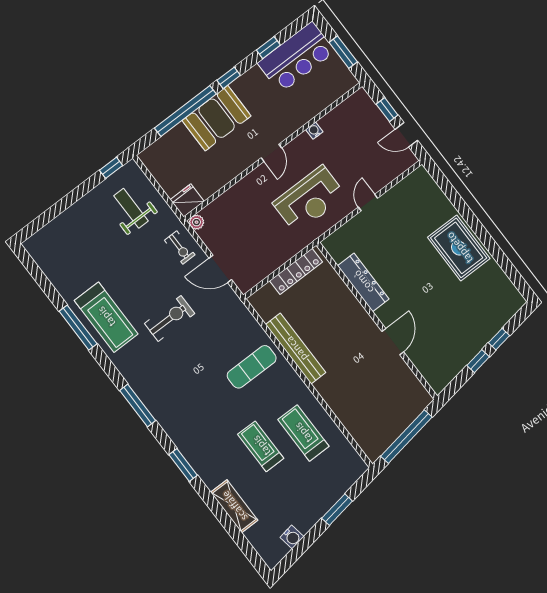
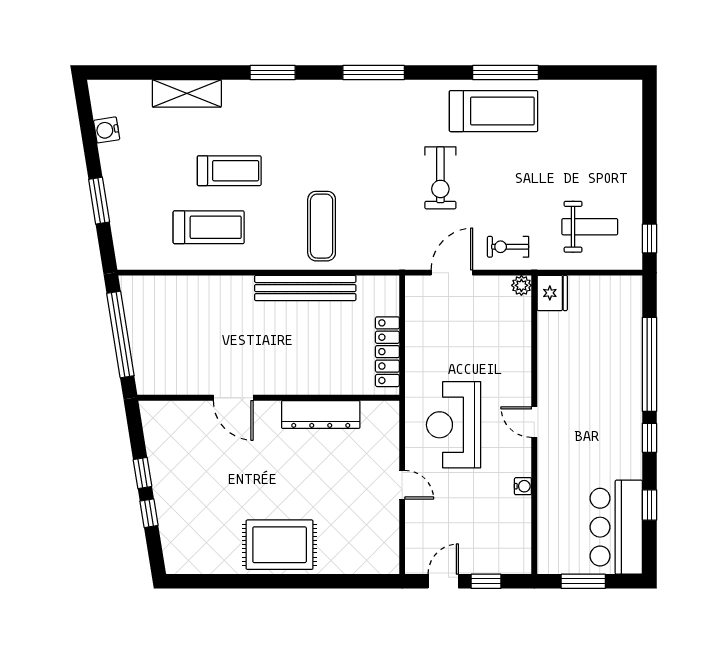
booth: (217, 118) -> (616, 392), removed
treadmill: (106, 317) -> (494, 111), turned 180

